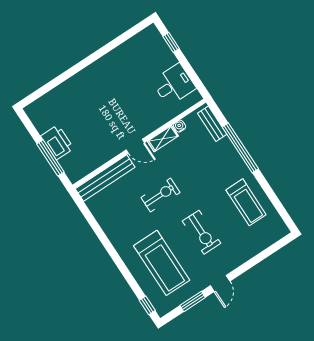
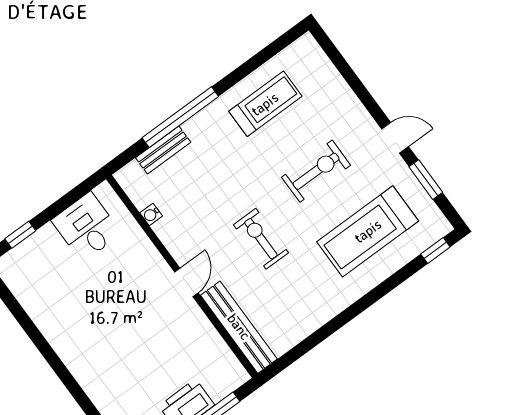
bench: (212, 124) -> (163, 150), moved
shelving: (163, 139) -> (172, 240), removed
treadmill: (162, 263) -> (368, 231), turned 180

